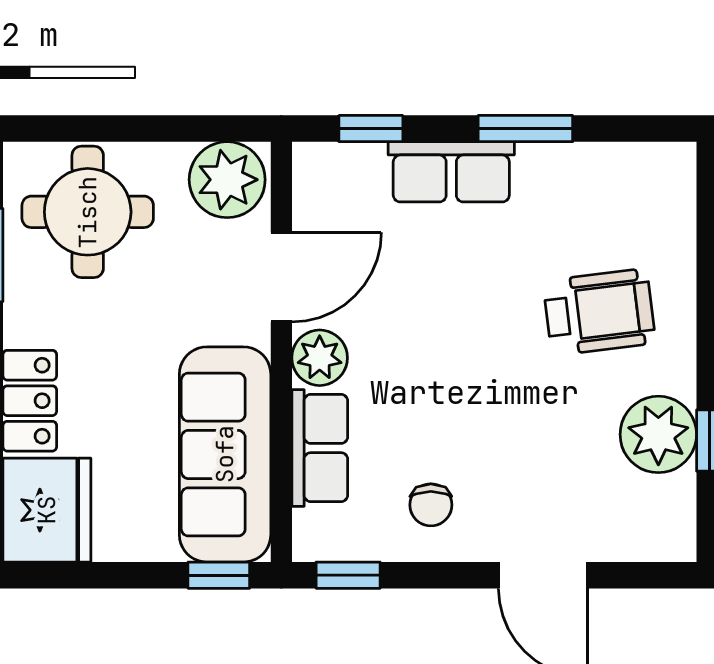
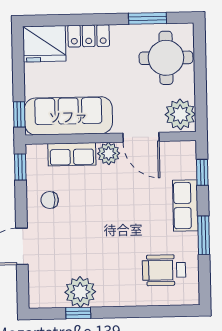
wheelchair: (599, 312) -> (164, 270), moved, turned 97

